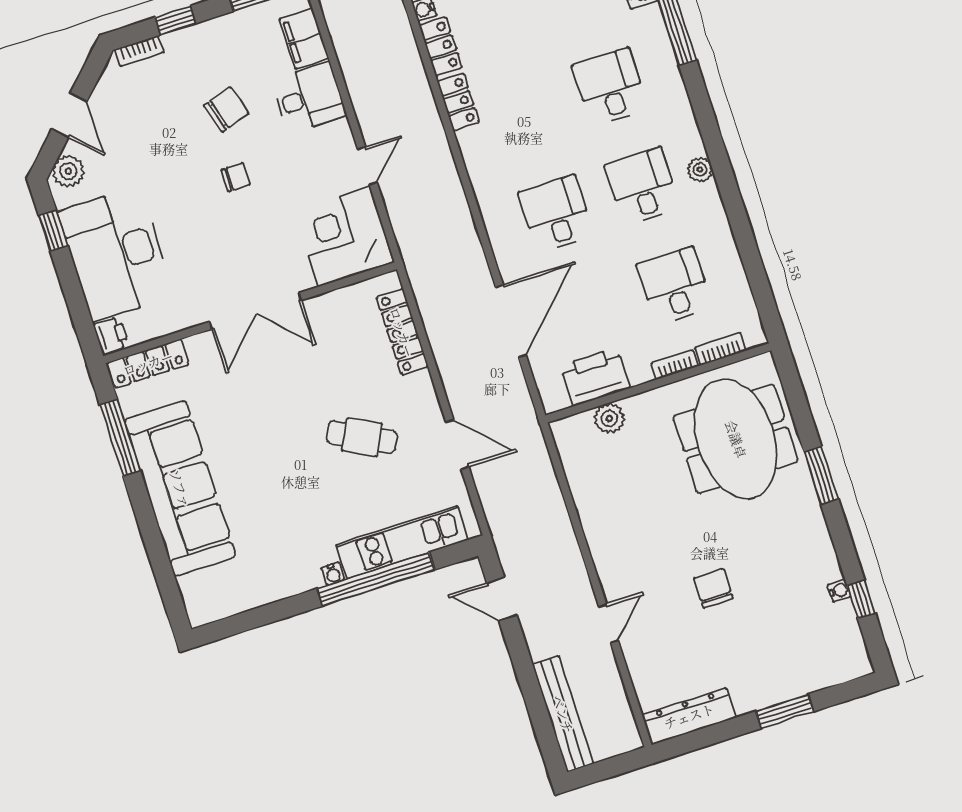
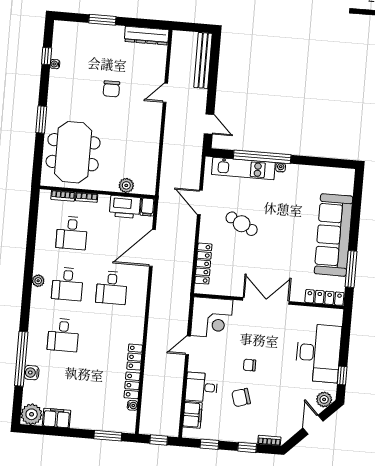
printer: (111, 335) -> (336, 317), removed
filing cabinet: (552, 394) -> (147, 207), added

